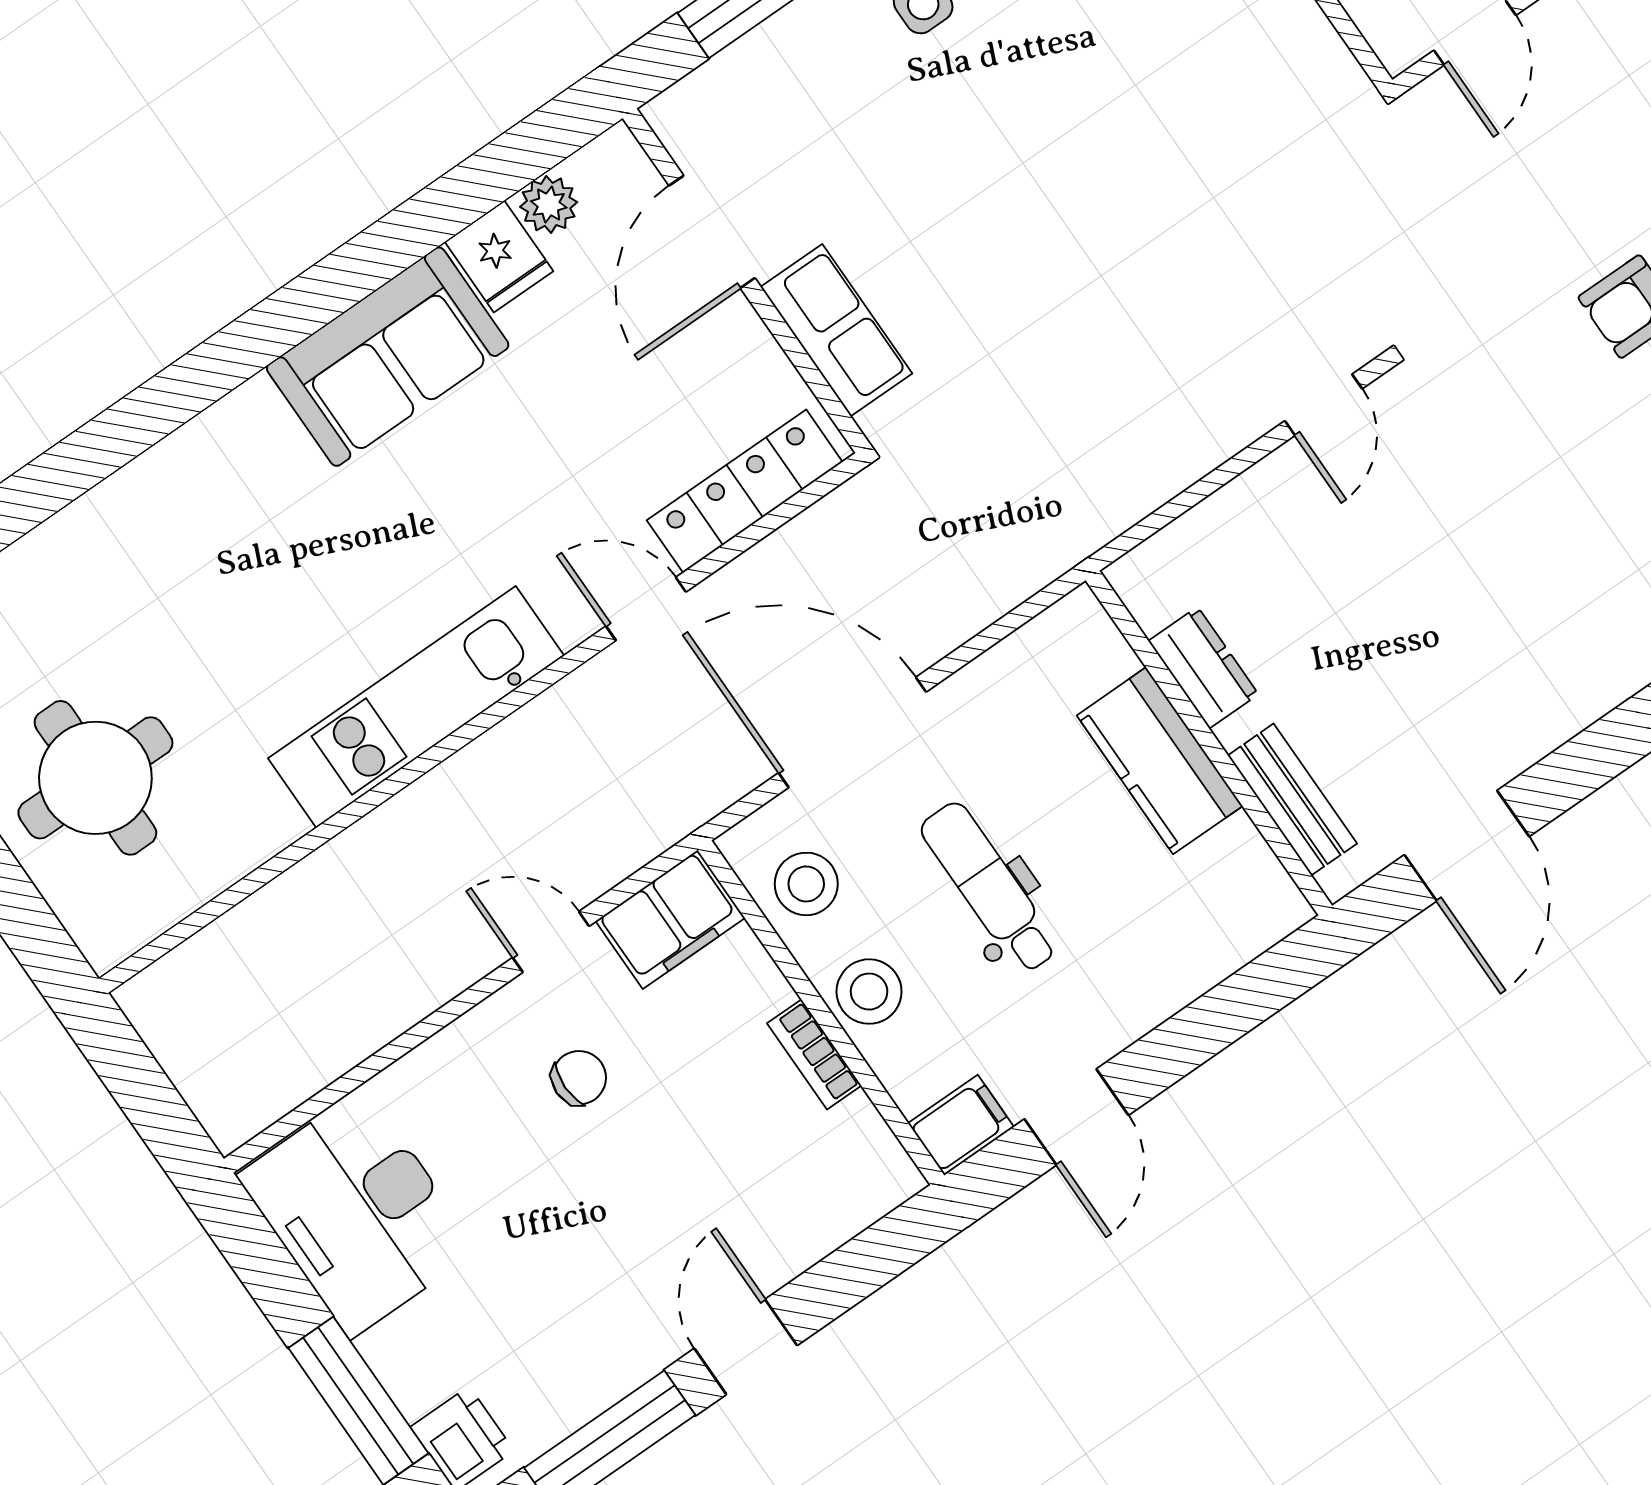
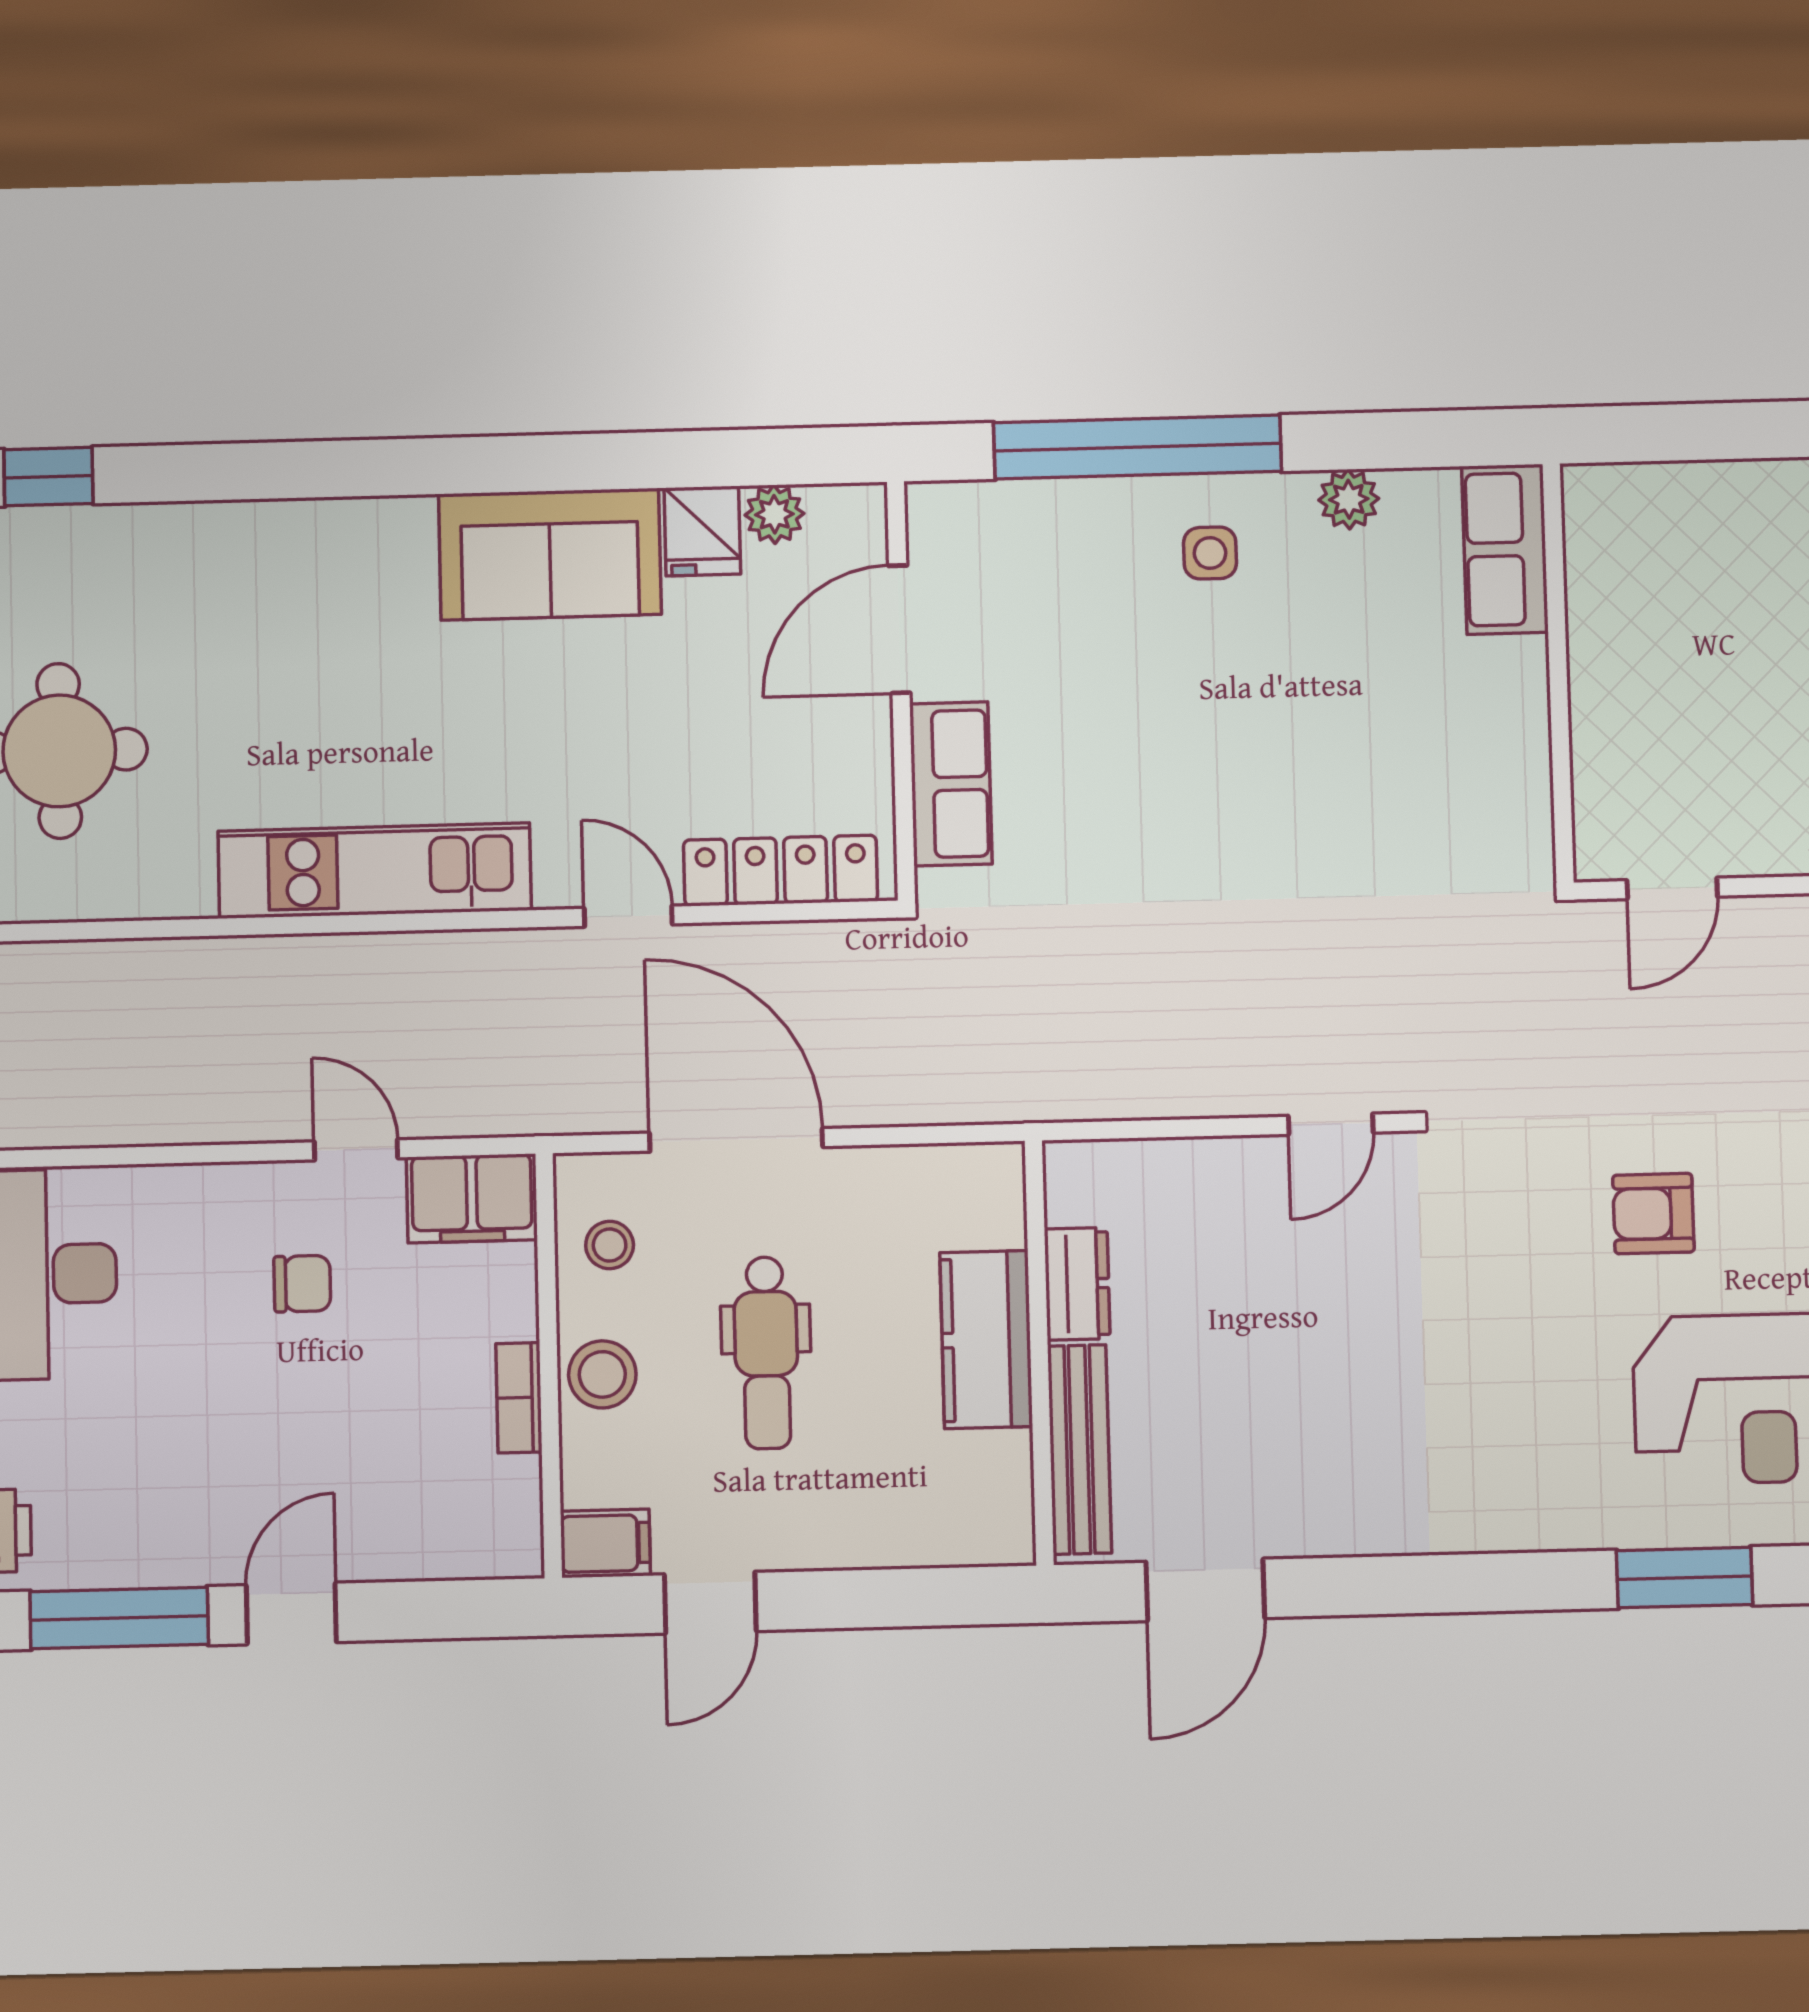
bench: (1292, 800) -> (1079, 1449), width x1.36
stool: (806, 884) -> (610, 1245), width x0.73, depth x0.73
dental chair: (990, 888) -> (766, 1353), turned 180

